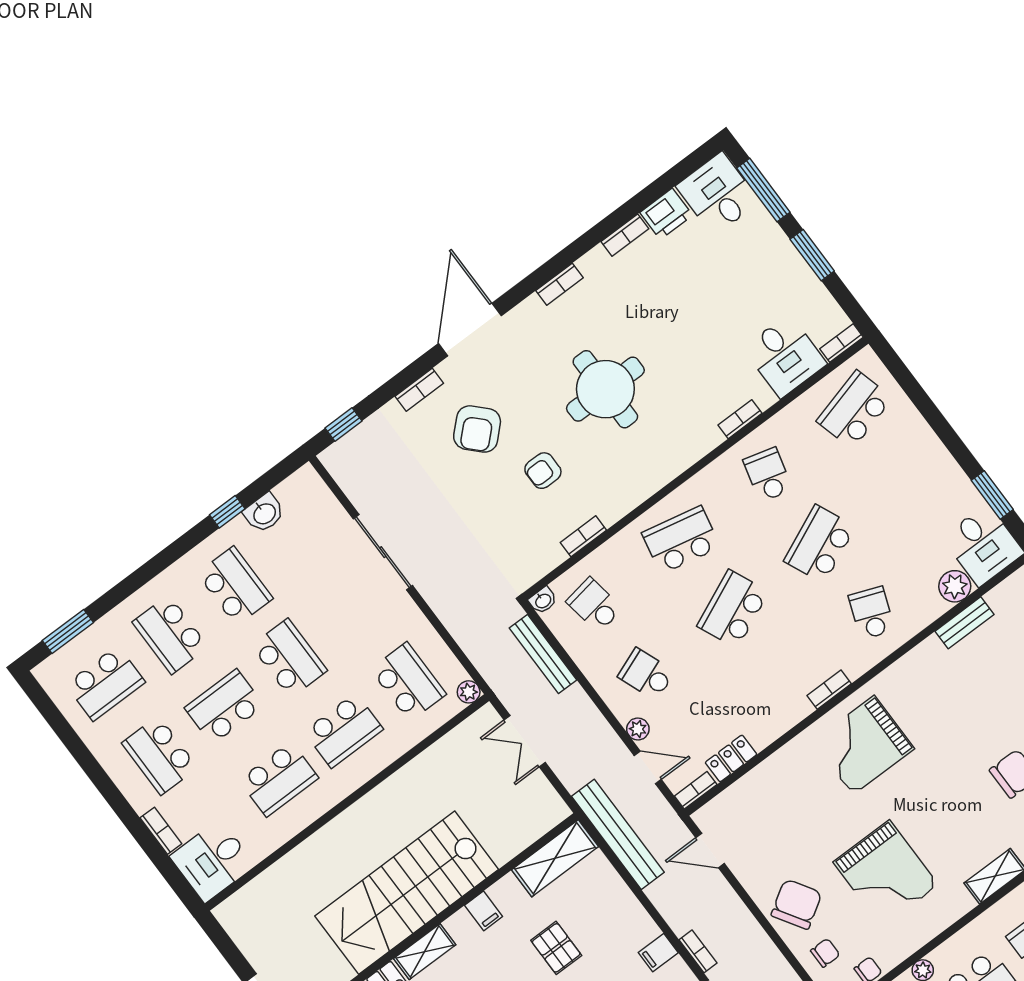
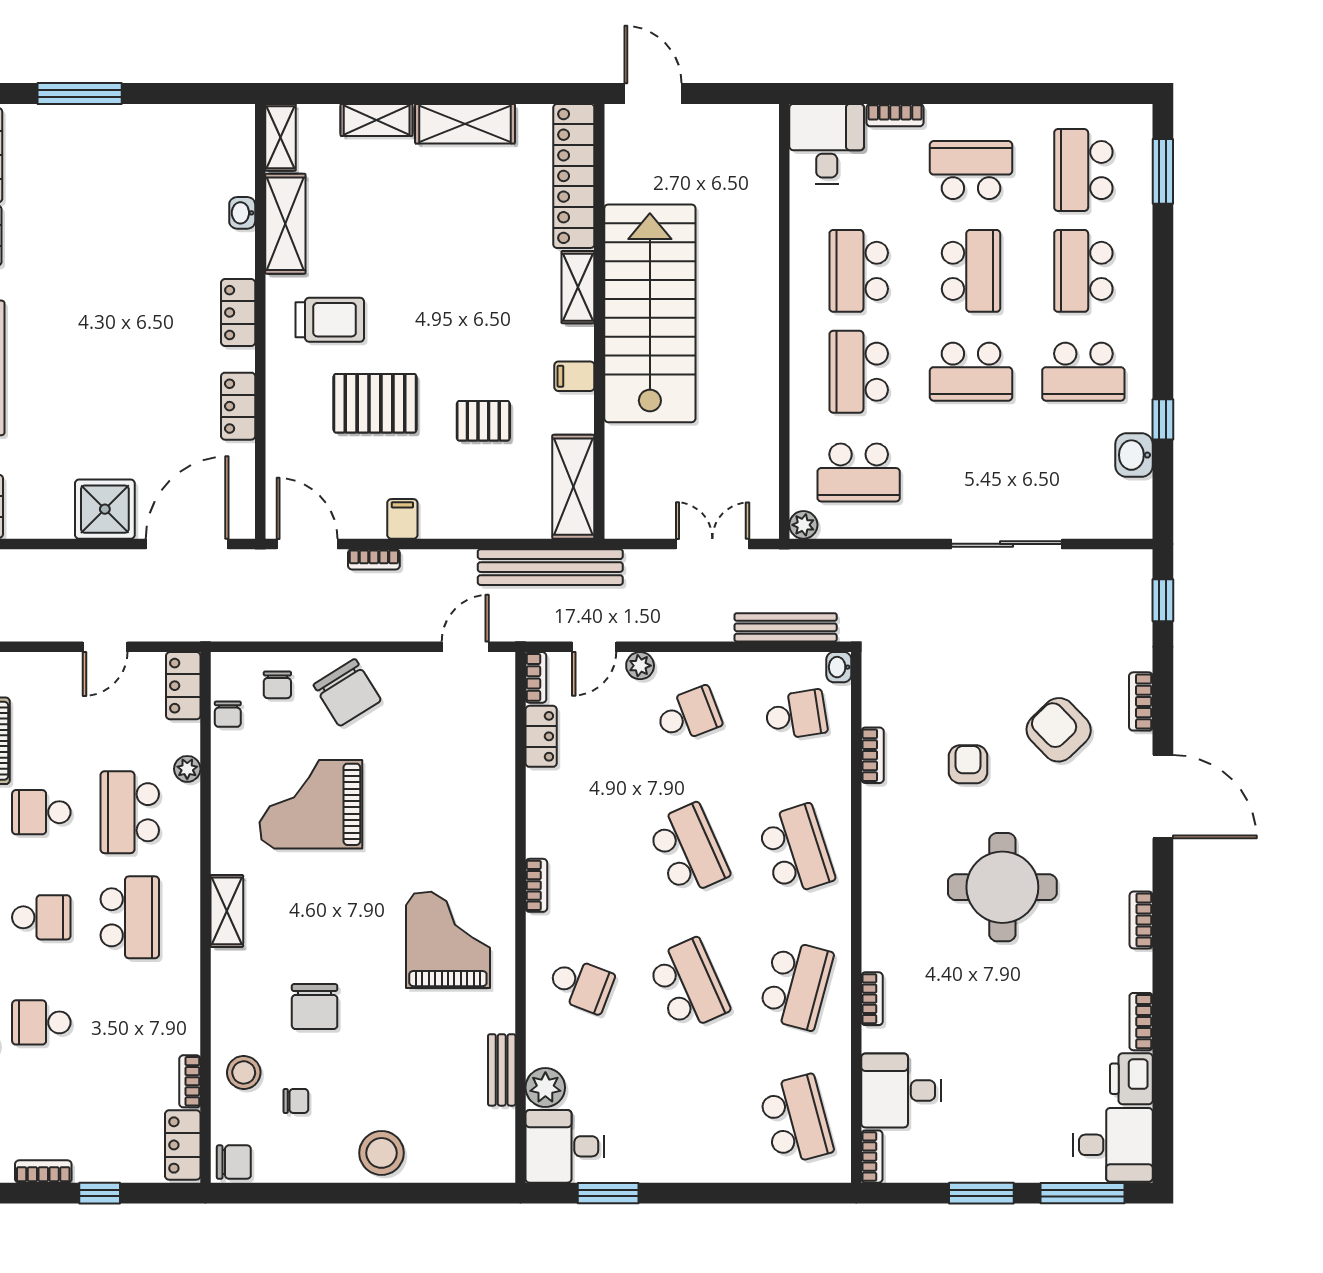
school desk: (768, 475) -> (796, 985), width x1.85
school desk: (681, 540) -> (796, 850), turned -30
school desk: (170, 635) -> (1083, 271), turned -90
grand piano: (864, 745) -> (448, 940), moved

